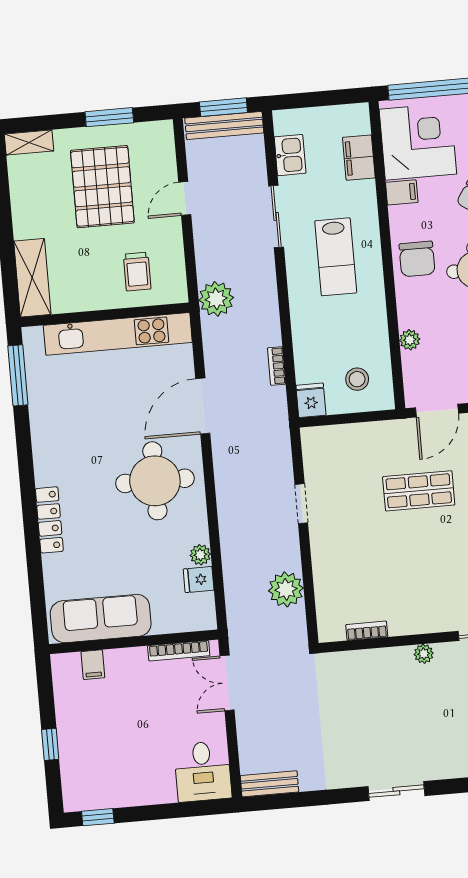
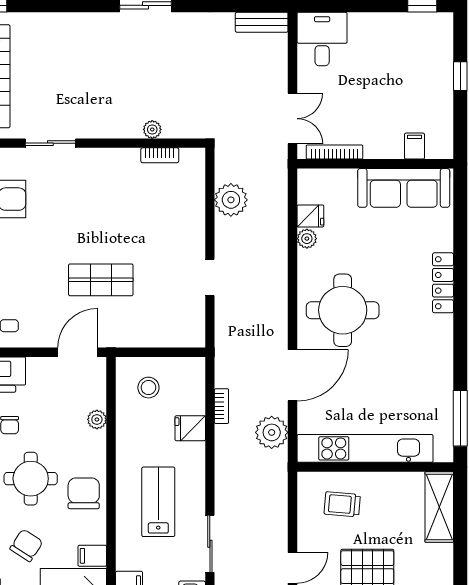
trolley: (137, 272) -> (342, 504), turned -85
plant: (216, 299) -> (272, 432), moved
fridge: (311, 400) -> (190, 428), moved, turned 90
plant: (424, 654) -> (152, 129), moved

